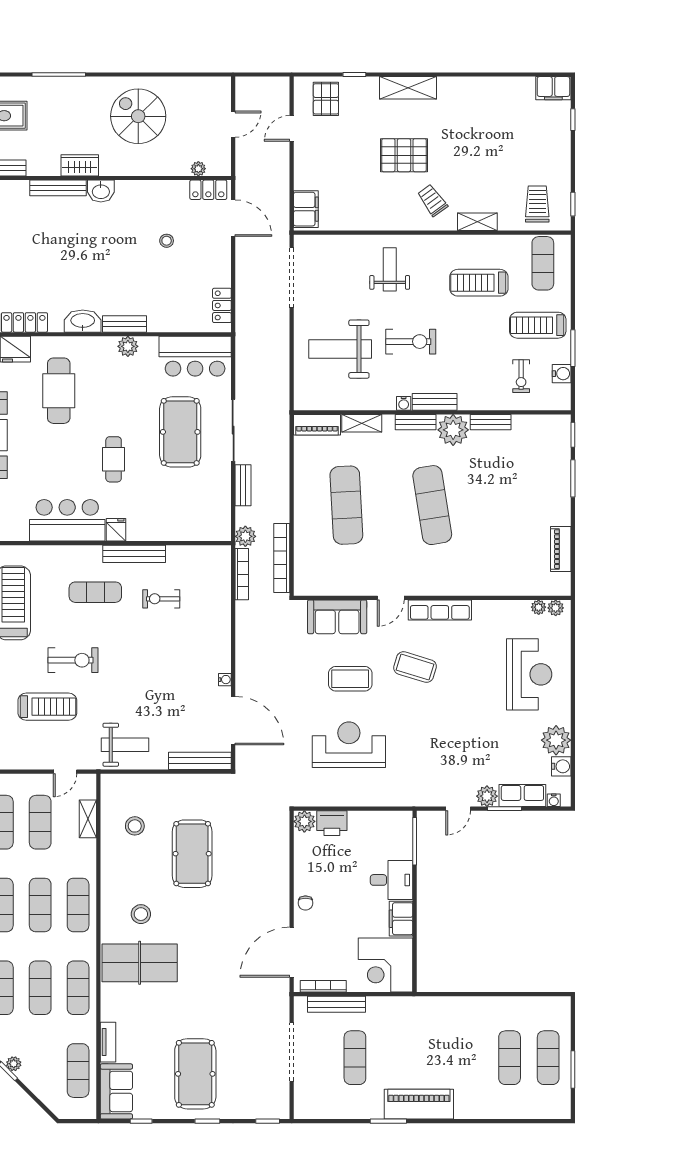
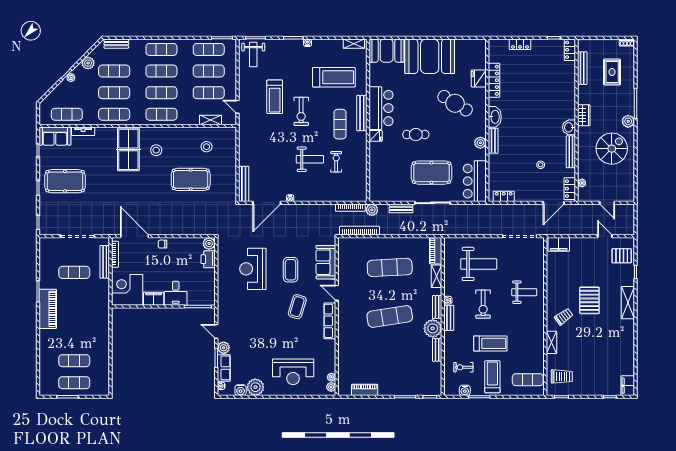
plant: (90, 87) -> (628, 121), added
bench: (58, 188) -> (571, 152), moved
treadmill: (479, 283) -> (490, 343), moved, turned 90
weight bench: (340, 349) -> (479, 264), turned 90
cafe table: (59, 391) -> (455, 103), turned 31
bench: (134, 554) -> (362, 113), moved
weight bench: (125, 745) -> (310, 159), moved, turned -90
reception desk: (349, 745) -> (253, 269), turned 180

